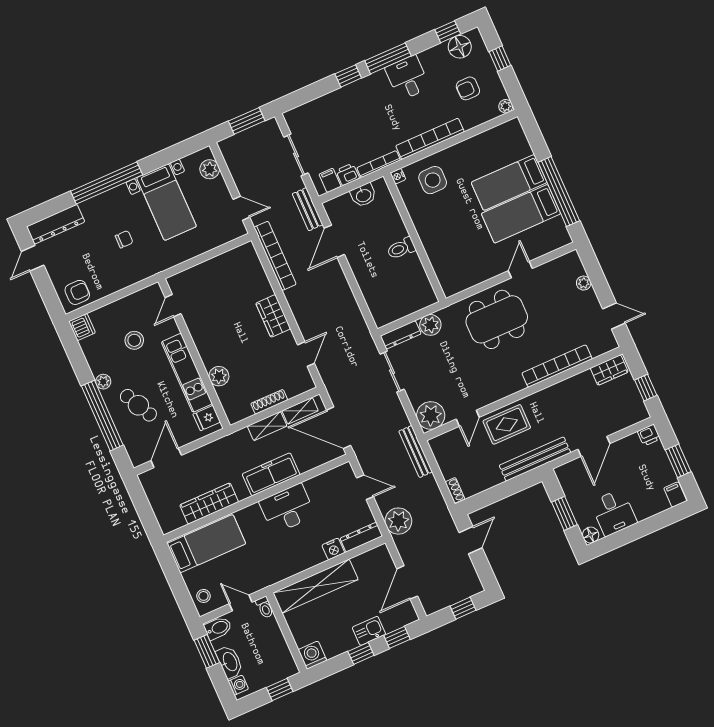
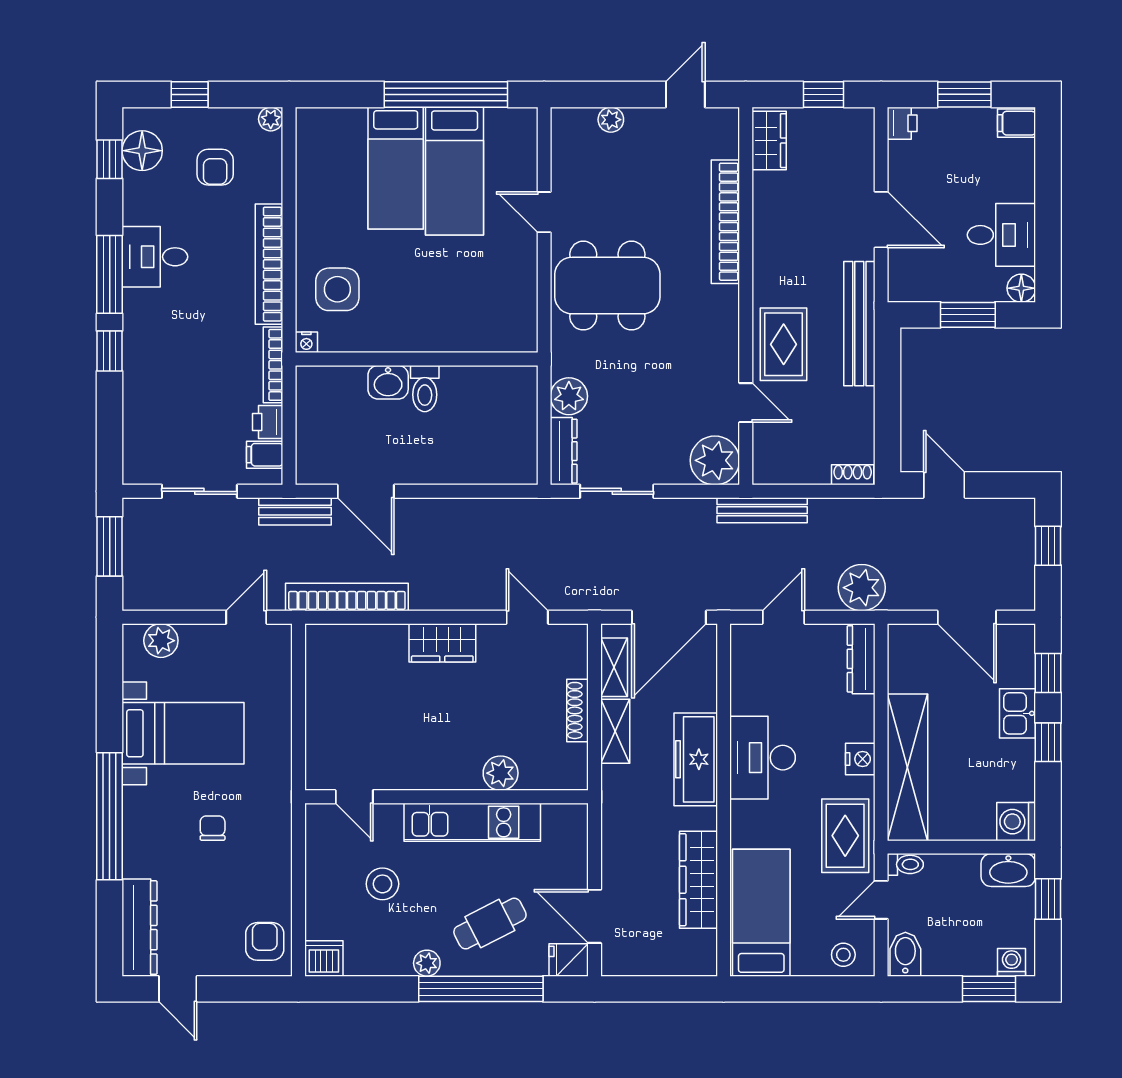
washbasin: (363, 195) -> (388, 382), moved, turned 90
dining table: (497, 319) -> (607, 286), turned 90
fridge: (207, 418) -> (569, 960), moved, turned 90
nightstand: (333, 549) -> (860, 759), moved
rug: (266, 570) -> (845, 836), added
window: (207, 651) -> (989, 989), moved
washbasin: (230, 662) -> (1008, 870), moved, turned 180

